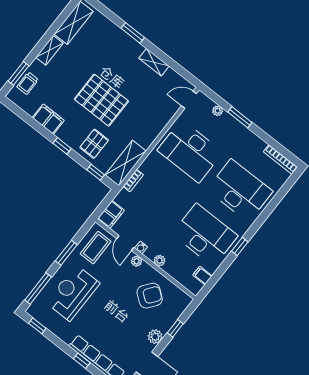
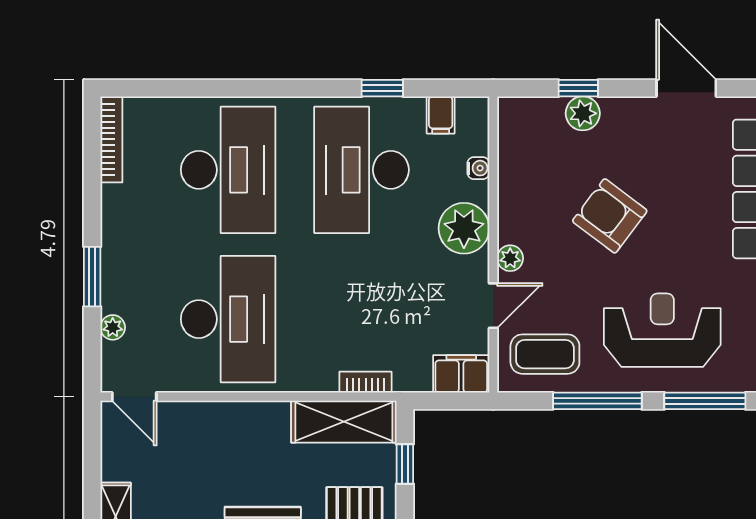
desk: (240, 190) -> (228, 170), turned 180
water cooler: (141, 247) -> (478, 168), moved
window: (240, 247) -> (382, 88), moved
window: (66, 253) -> (597, 401), width x1.44
plant: (159, 261) -> (464, 228), width x1.88, depth x1.88
reception desk: (73, 293) -> (662, 330), turned 180
armchair: (150, 296) -> (610, 216), moved
plant: (155, 337) -> (583, 113), moved

